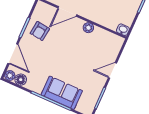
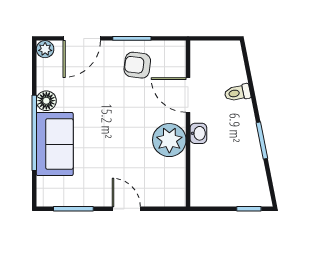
plant: (88, 28) -> (169, 140), width x1.88, depth x1.88
washbasin: (123, 30) -> (198, 133), moved
floor lamp: (21, 80) -> (46, 101), moved

